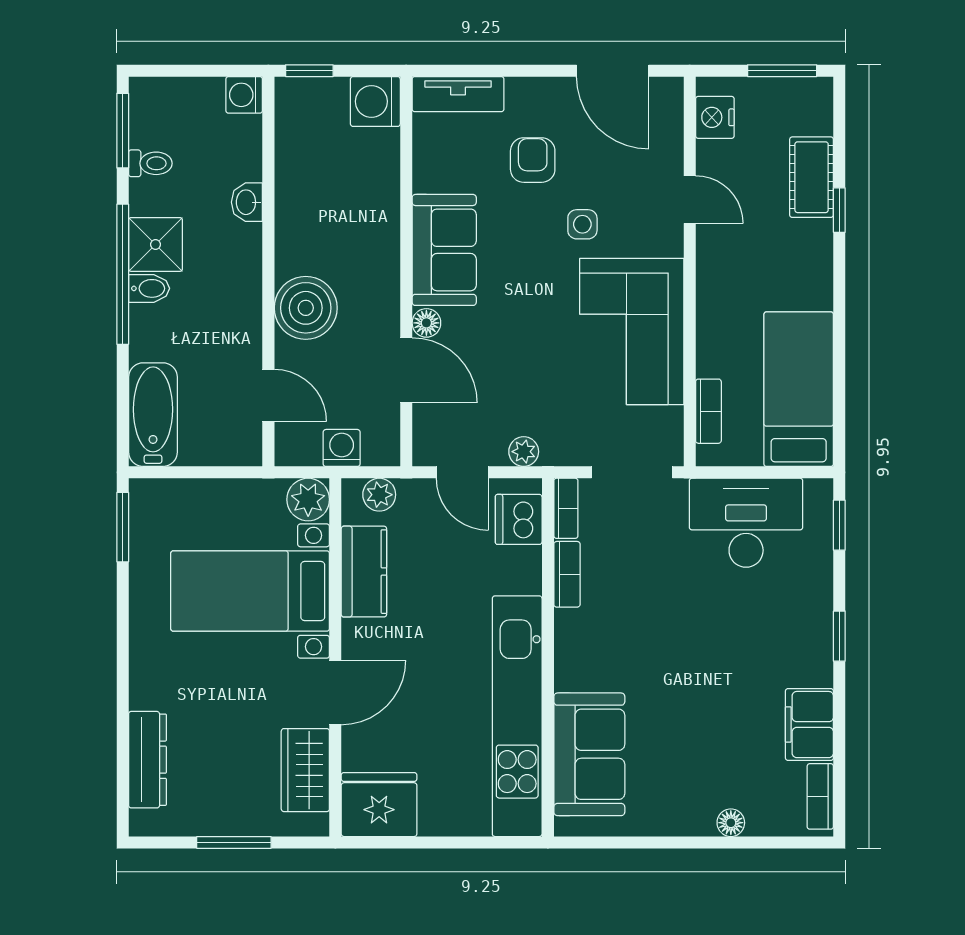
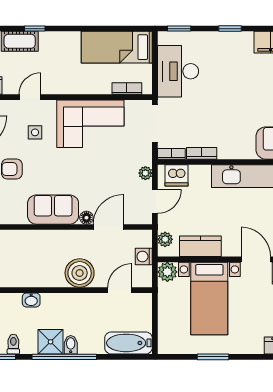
side table: (582, 224) -> (35, 132), moved
window: (123, 527) -> (213, 357), moved

